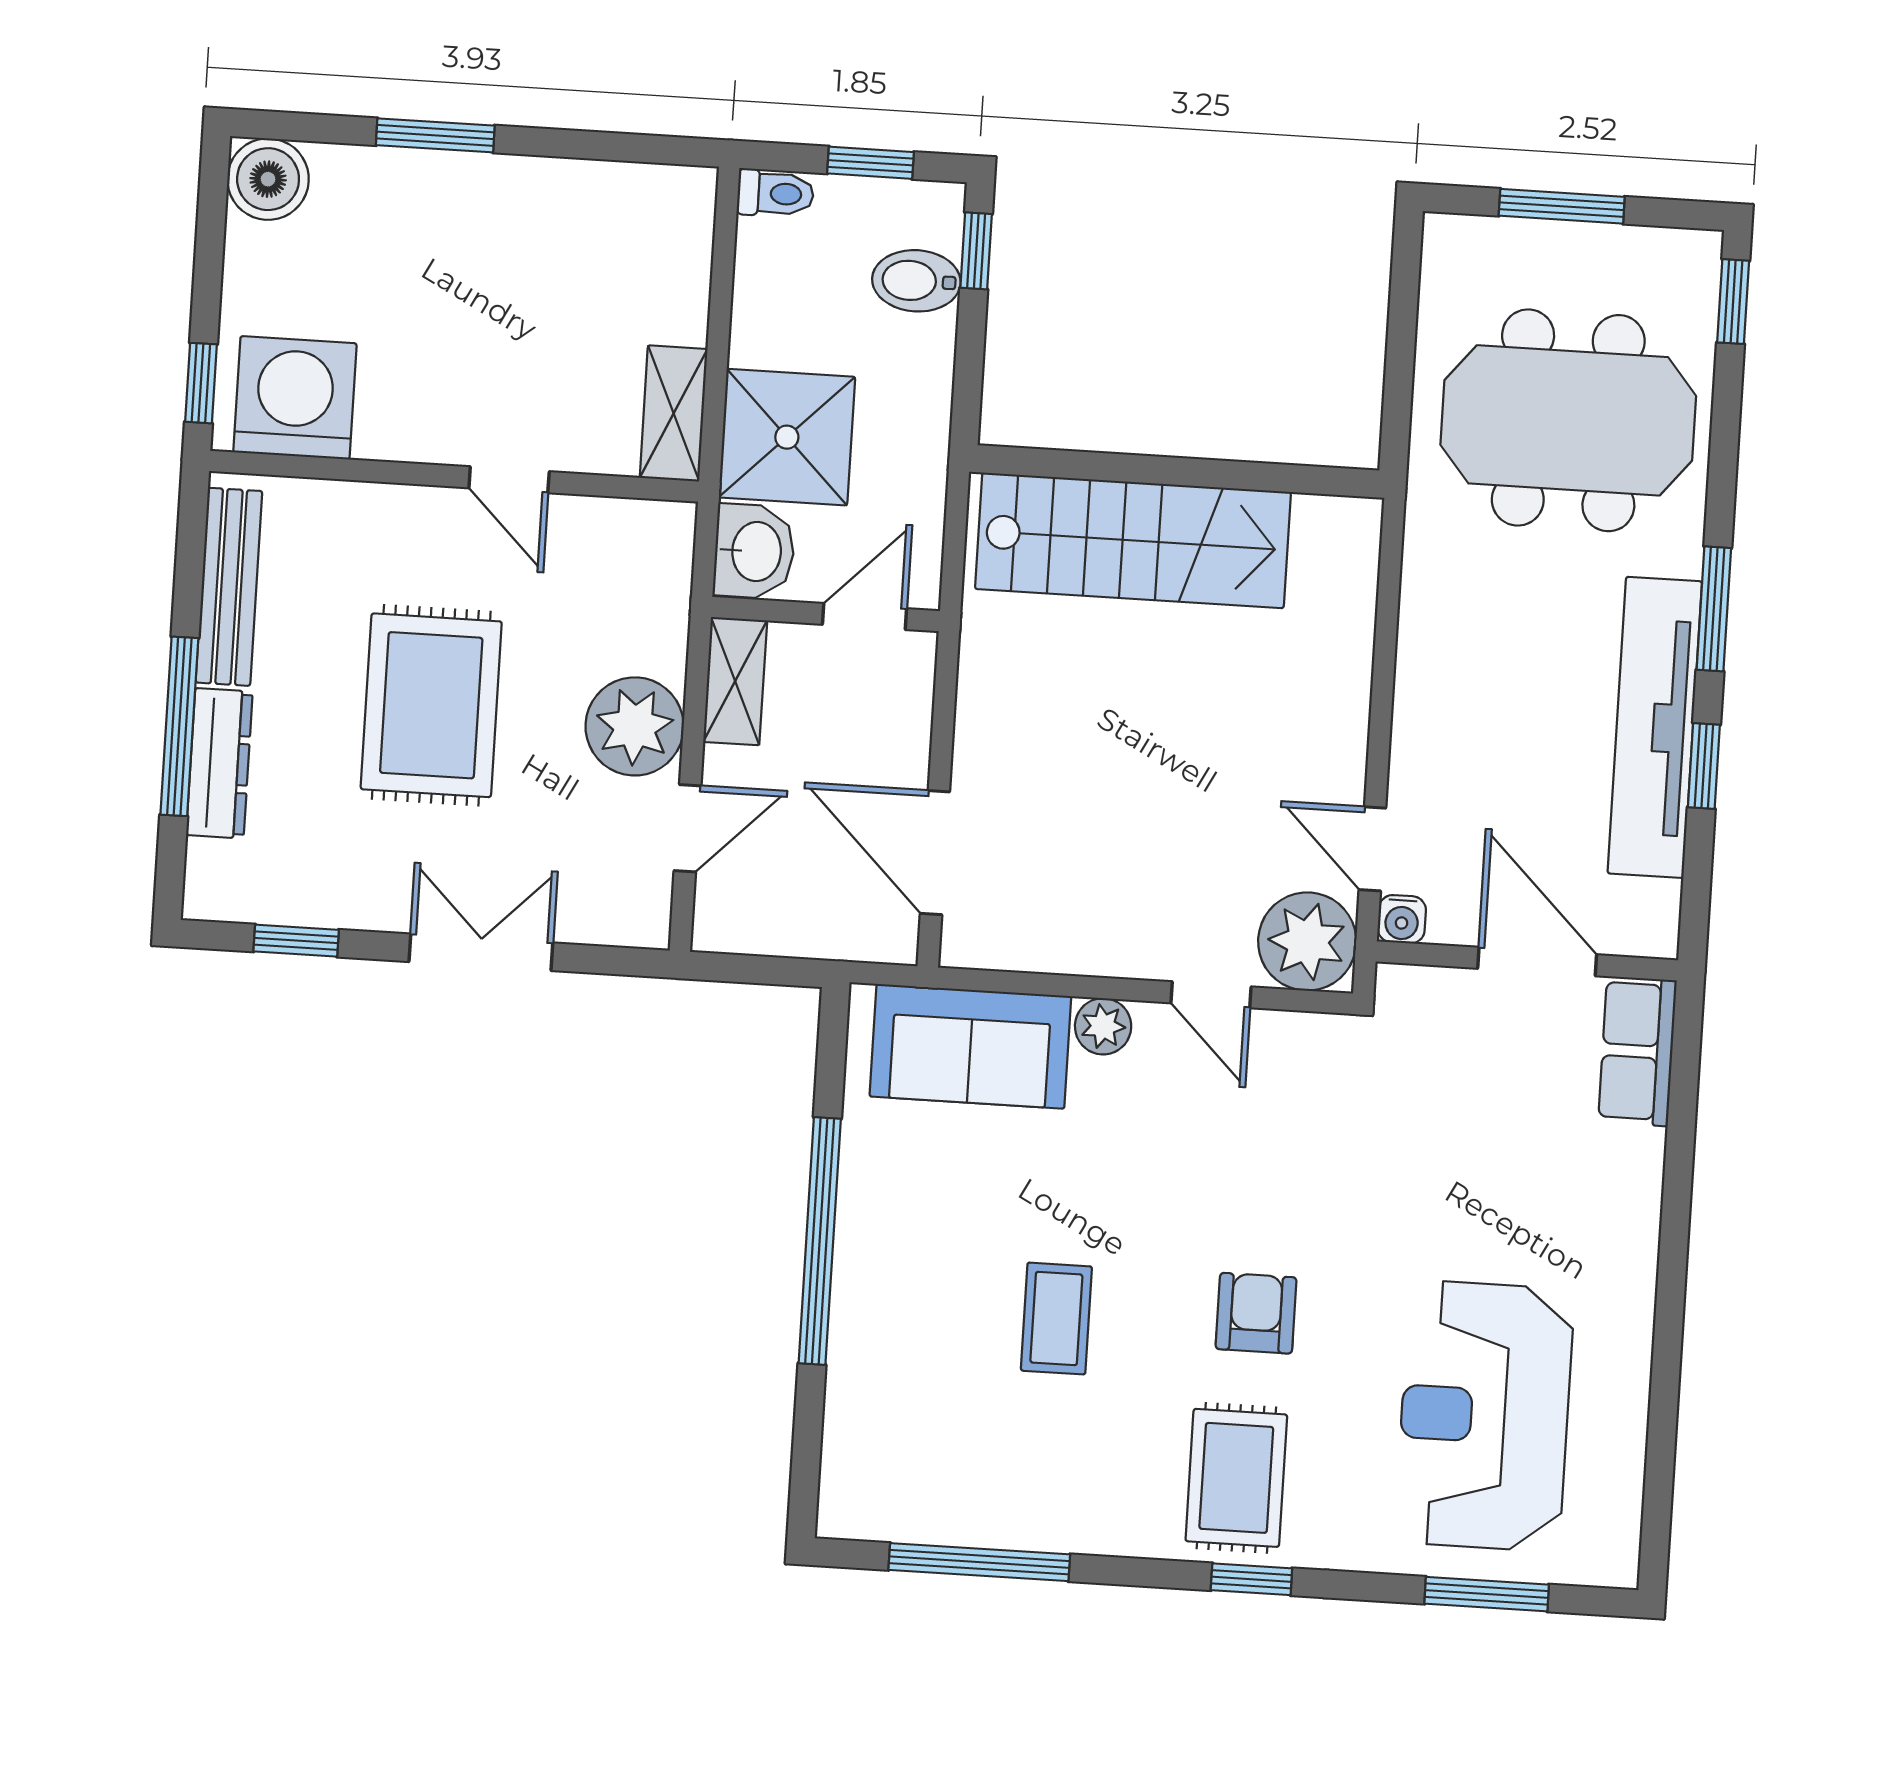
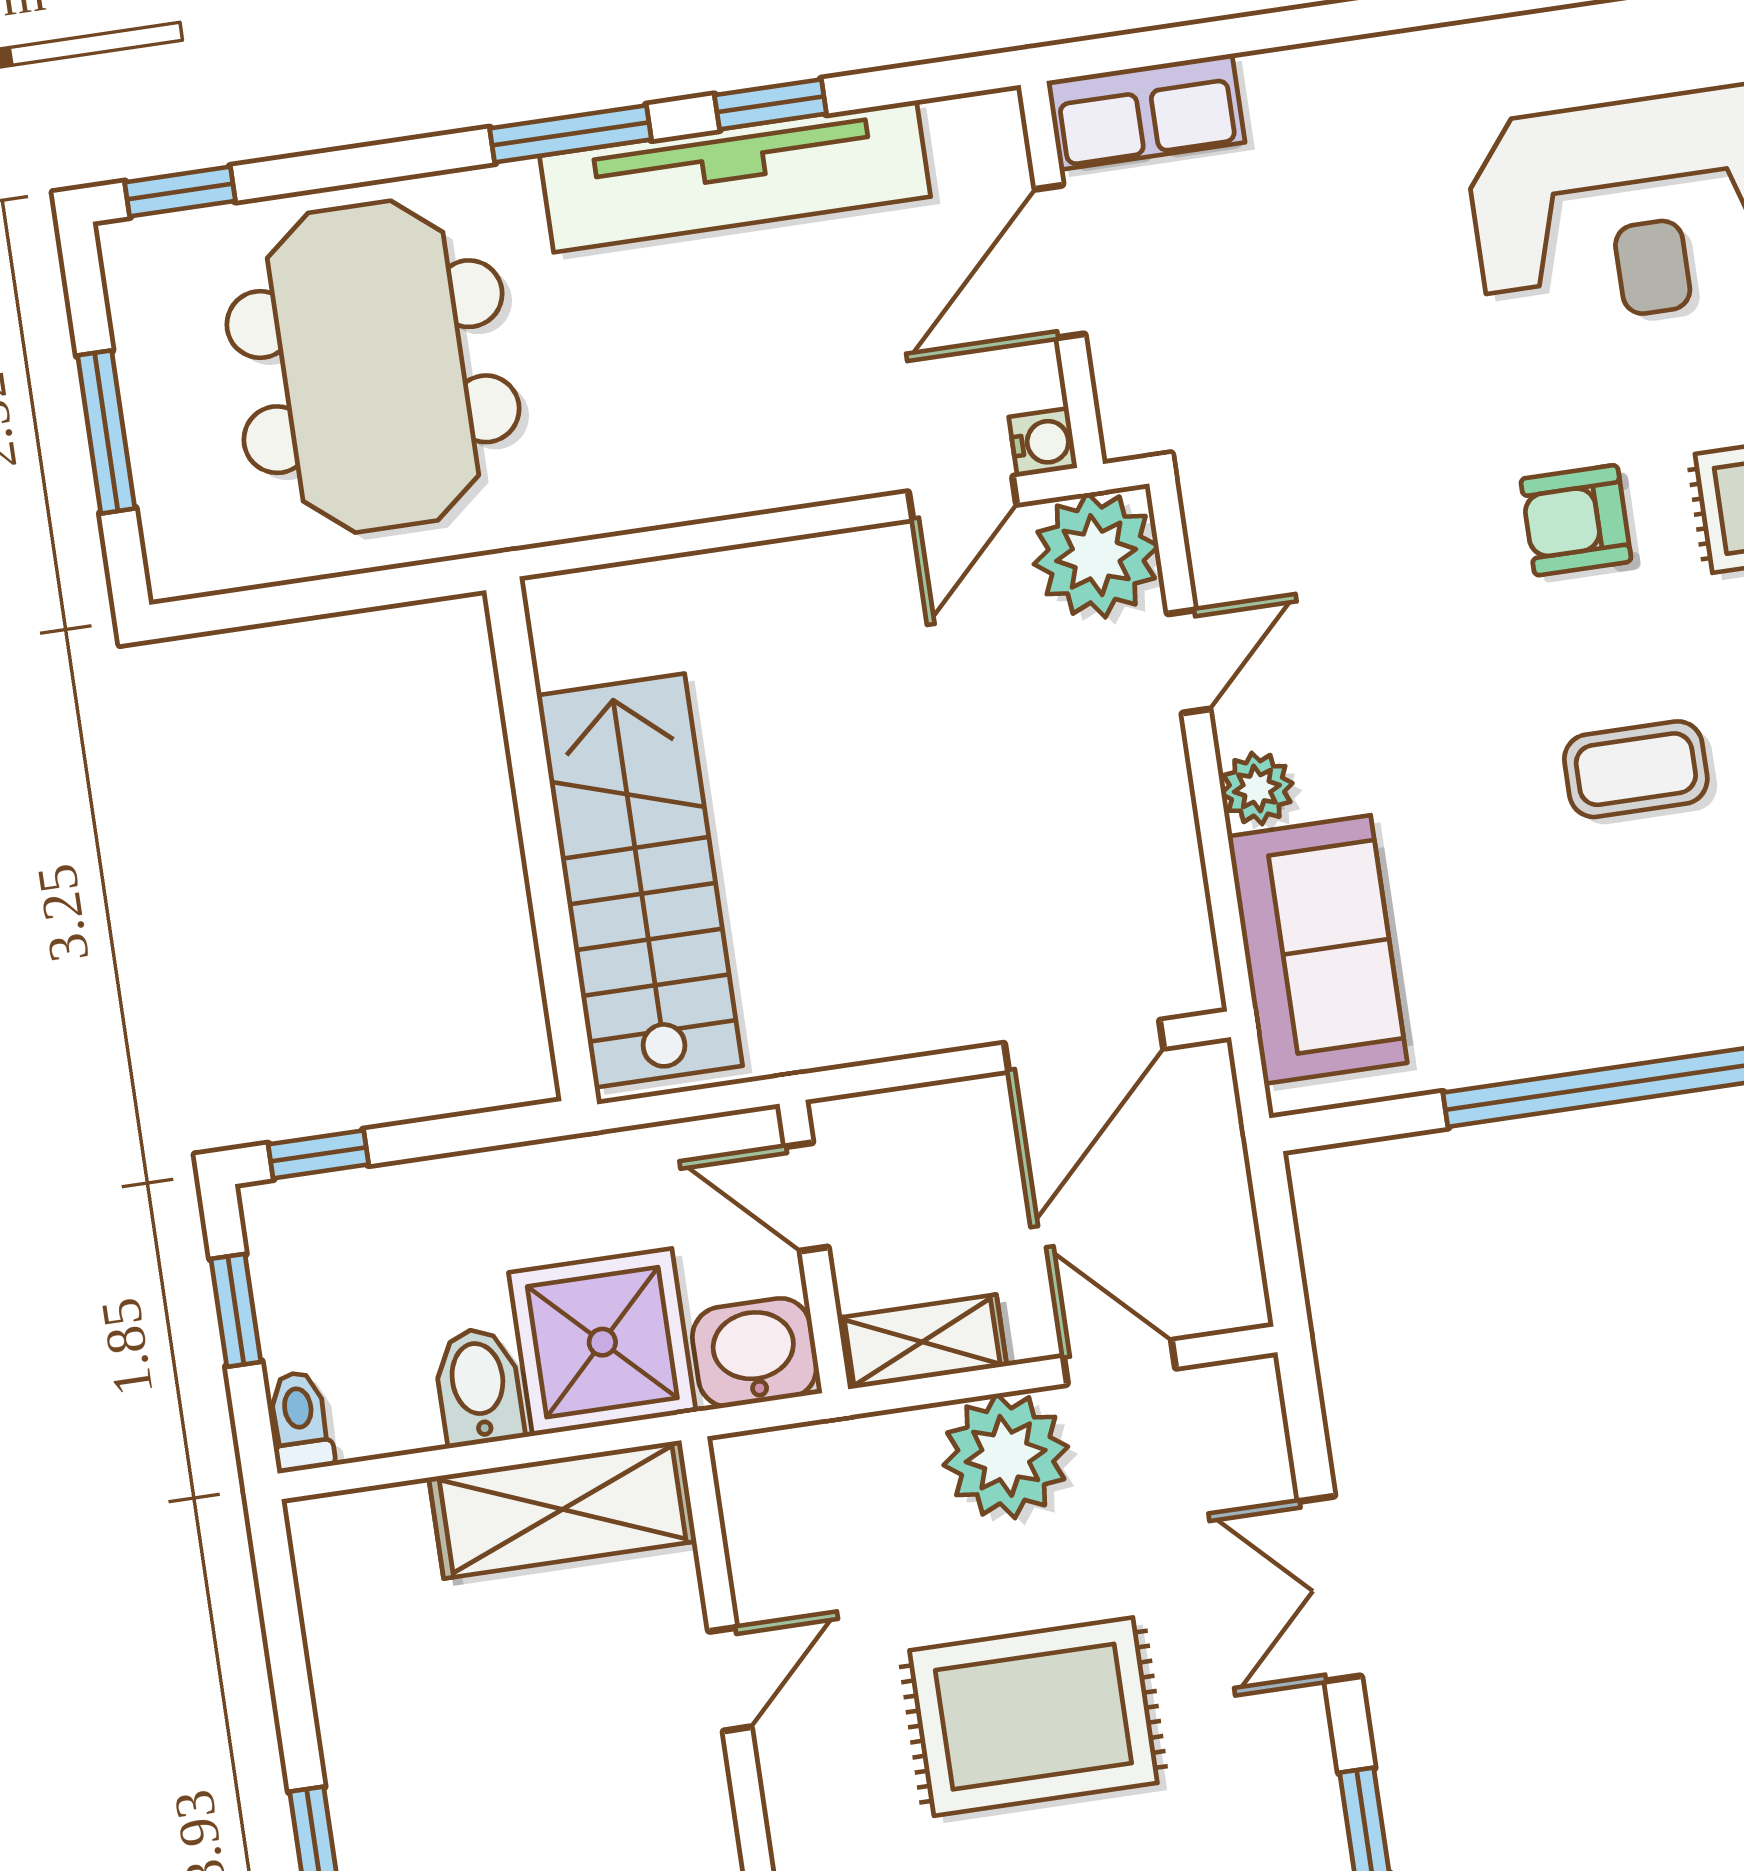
bidet: (916, 281) -> (479, 1386), moved, turned 180
shelving: (674, 413) -> (563, 1509), width x1.50, depth x1.33

